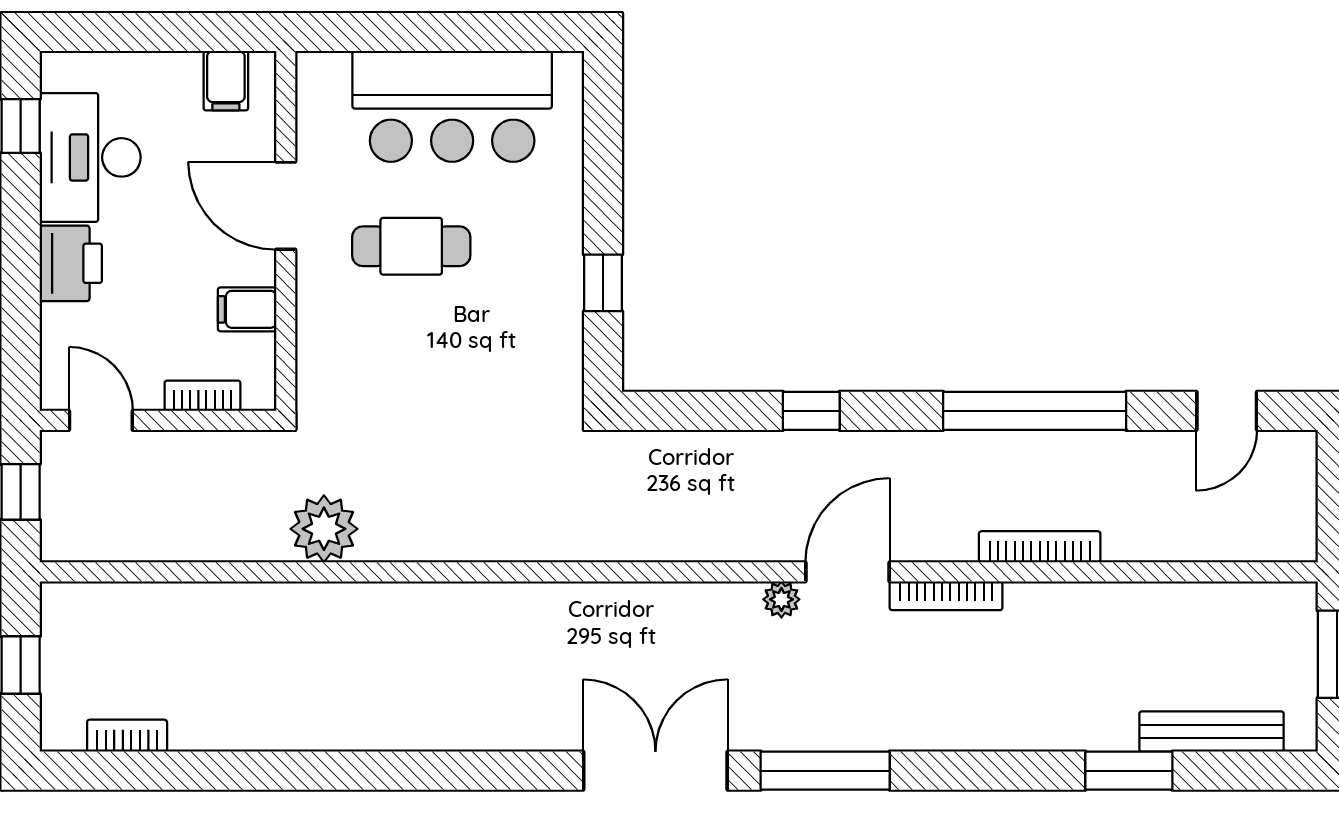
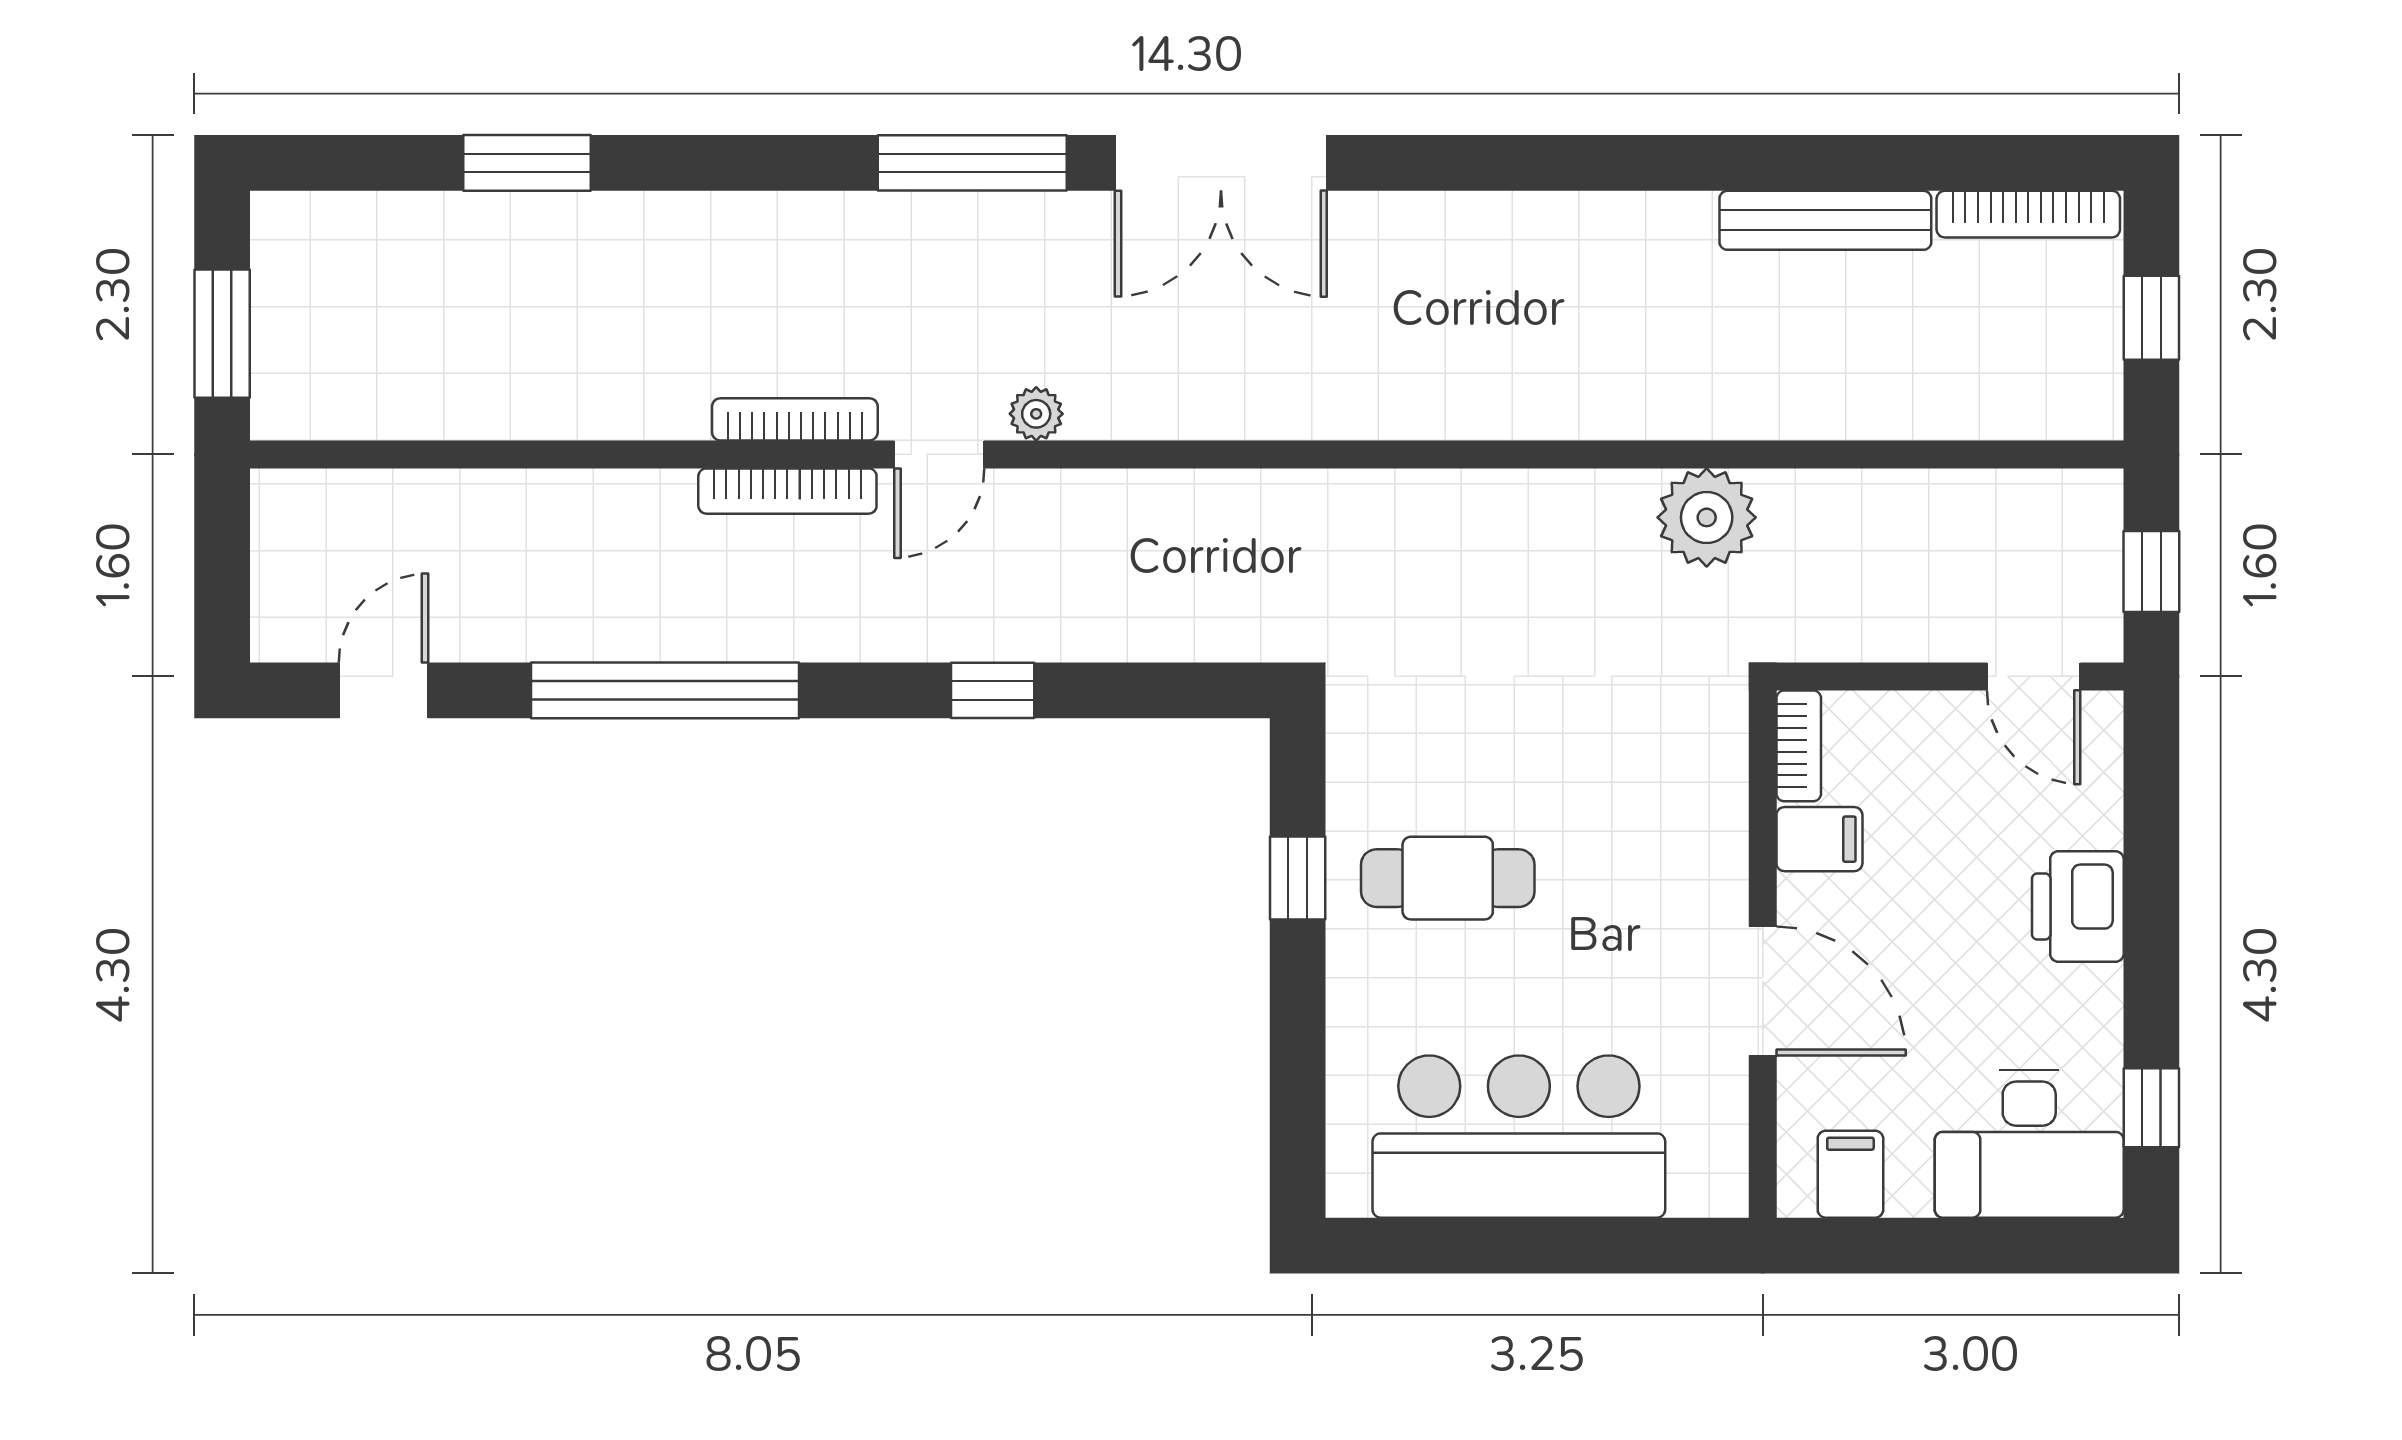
desk: (90, 157) -> (2029, 1144), moved, turned 90
cafe table: (411, 246) -> (1448, 878), moved
bookcase: (202, 396) -> (1799, 746), moved, turned -90
bookcase: (1040, 547) -> (787, 491), moved
door: (848, 572) -> (939, 454), width x0.73
bench: (1211, 732) -> (1825, 220), moved
bookcase: (127, 736) -> (2028, 214), width x1.56

